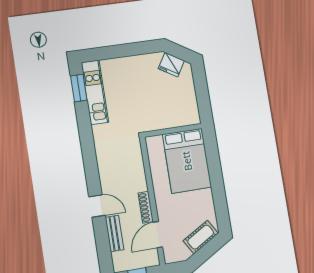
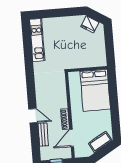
window: (79, 88) -> (27, 36), removed

